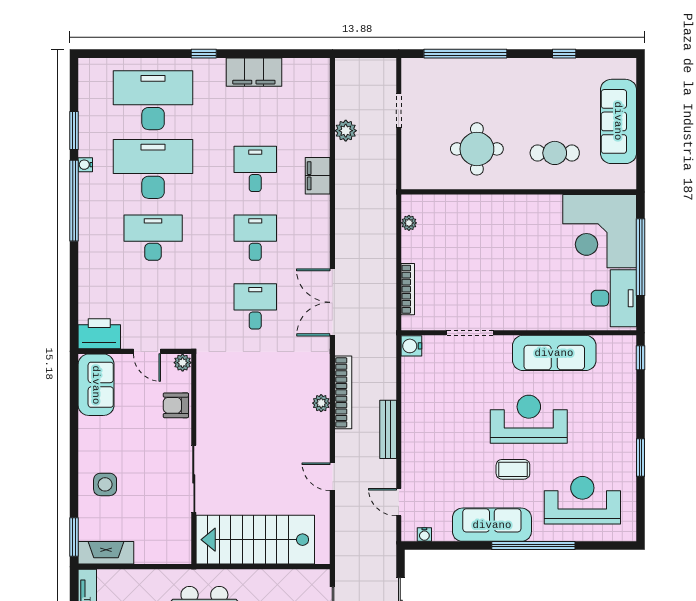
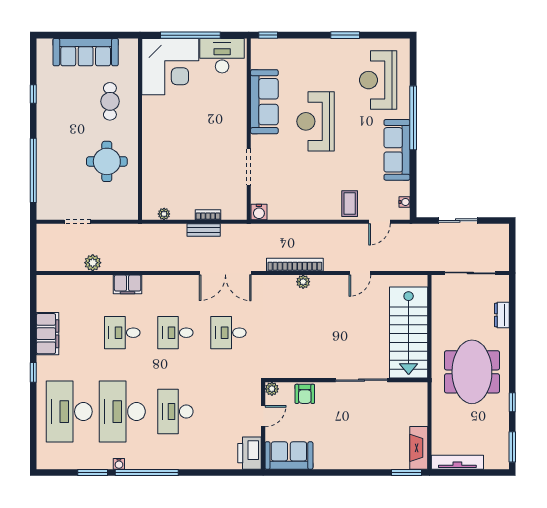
bookcase: (408, 289) -> (208, 215), width x0.64
bench: (388, 429) -> (204, 230), moved, width x0.73
coffee table: (513, 469) -> (350, 204), moved
side table: (105, 484) -> (366, 449), removed

